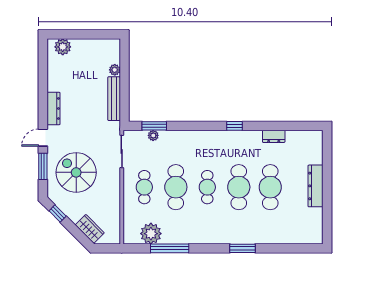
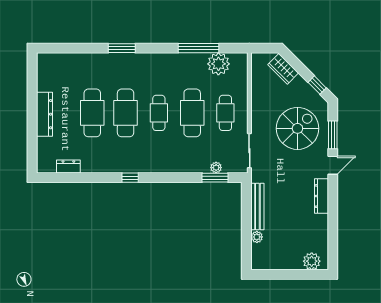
dresser: (274, 136) -> (68, 167), moved
spiral stairs: (76, 172) -> (297, 128), turned -90

